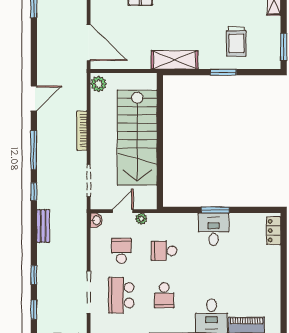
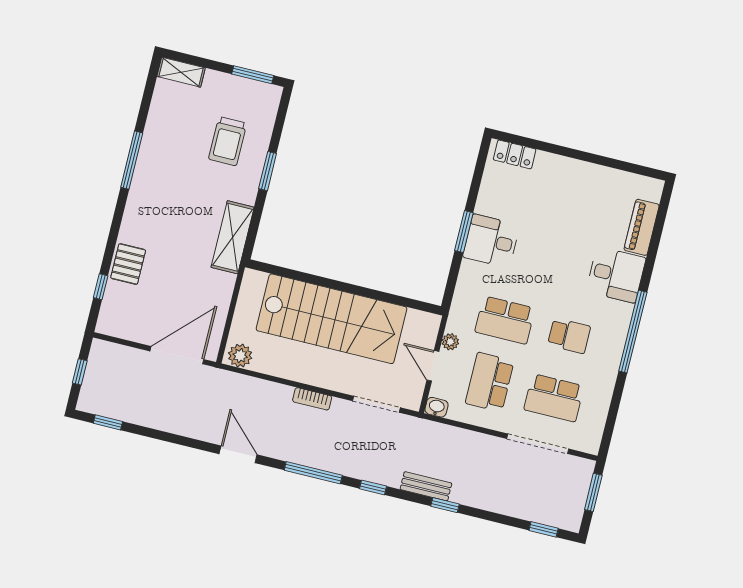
trolley: (236, 41) -> (228, 141), turned 90
bookcase: (82, 131) -> (312, 399), width x0.64
school desk: (121, 251) -> (490, 382), width x1.85
school desk: (164, 251) -> (505, 320), width x1.85
window: (34, 275) -> (445, 505), moved

